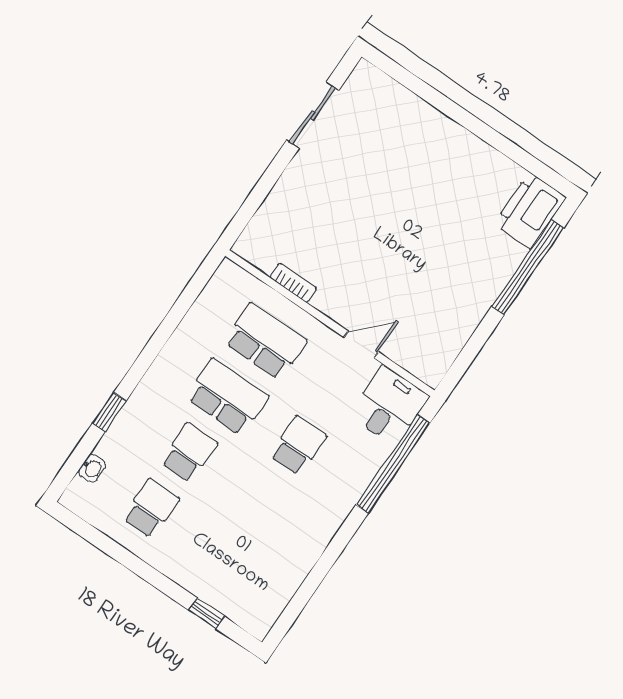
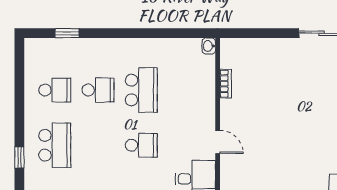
school desk: (265, 341) -> (55, 145), moved
window: (109, 412) -> (67, 33), moved
washbasin: (92, 468) -> (209, 46), moved, turned 90

